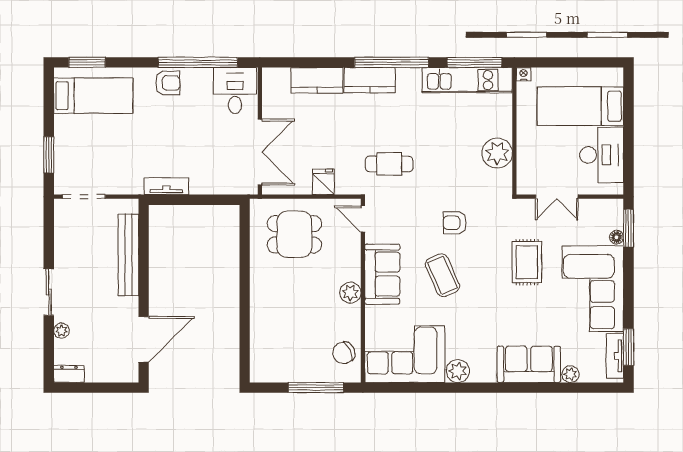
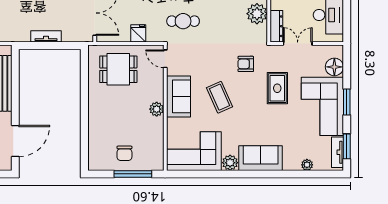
dresser: (525, 171) -> (276, 26), added
tv unit: (166, 186) -> (46, 36), moved
double door: (557, 197) -> (298, 43), swing flipped
armchair: (455, 223) -> (246, 64), moved
window: (629, 228) -> (347, 102), moved
floor lamp: (617, 237) -> (334, 67), width x1.89, depth x1.89
chair: (344, 353) -> (124, 153), moved, turned -66
sofa: (529, 364) -> (261, 158), moved

